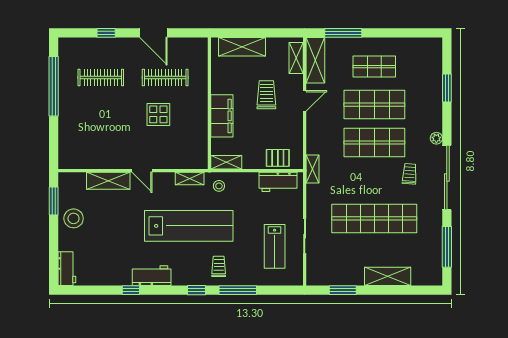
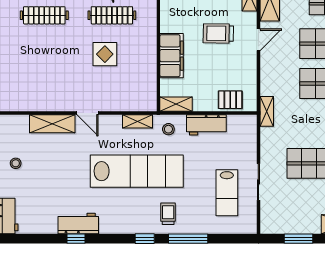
trolley: (266, 95) -> (218, 33), turned -89
workbench: (278, 182) -> (206, 125), moved
stool: (74, 218) -> (16, 163), width x0.53, depth x0.53
workbench: (152, 276) -> (78, 223), moved

